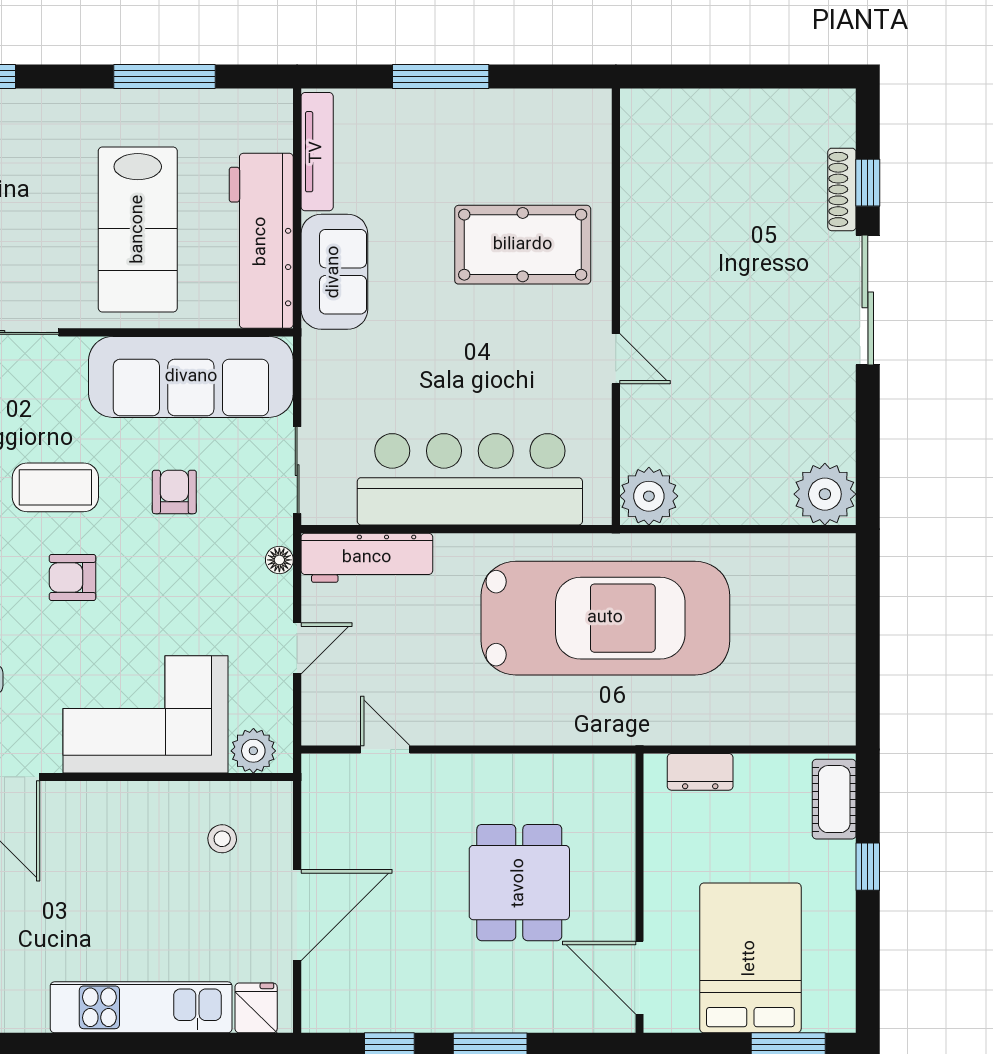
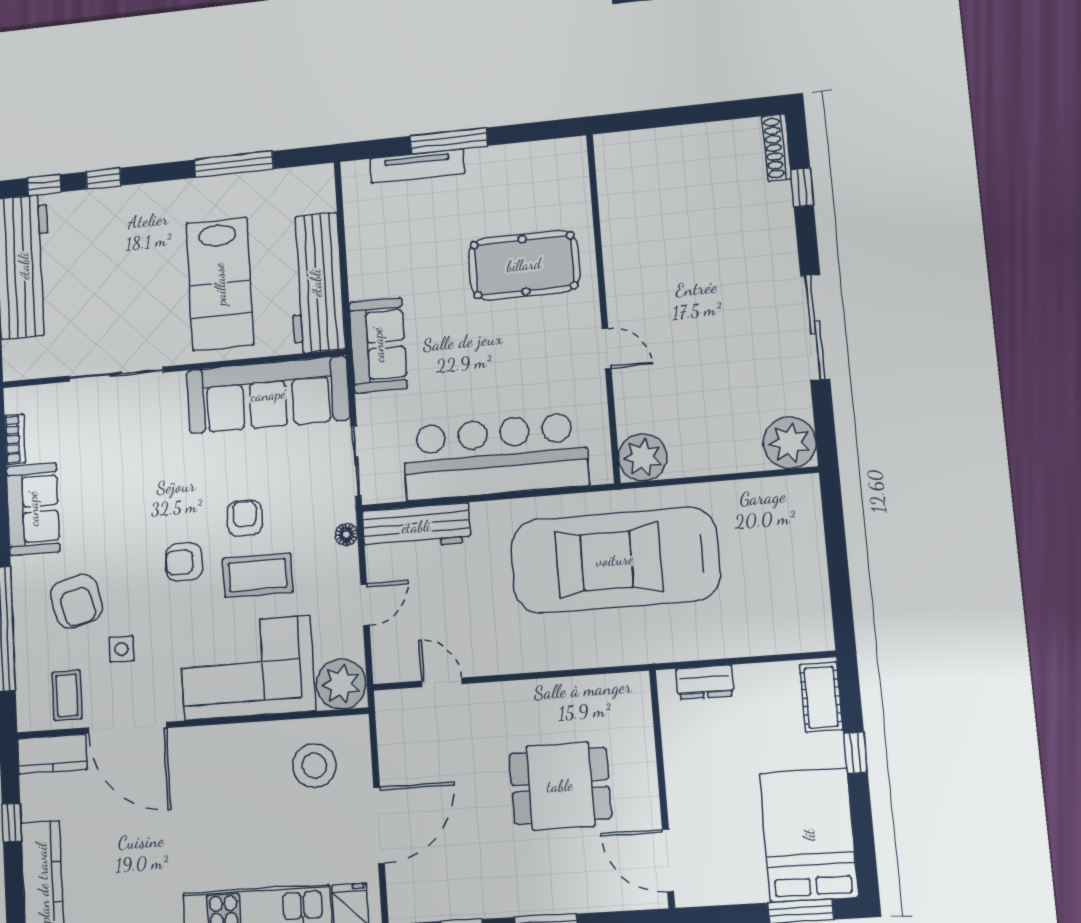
tv unit: (317, 152) -> (417, 166), moved, turned 90
shoe rack: (842, 189) -> (777, 148), moved
sofa: (334, 272) -> (378, 345), moved
sliding door: (868, 300) -> (815, 327), moved
coffee table: (55, 487) -> (258, 575), moved
armchair: (174, 492) -> (245, 518), moved
car: (605, 618) -> (615, 560), turned 180
plant: (253, 751) -> (341, 684), width x1.36, depth x1.36
stool: (222, 839) -> (314, 766), width x1.89, depth x1.89
dining table: (519, 883) -> (560, 786), turned 90
bed: (750, 958) -> (809, 835), moved

